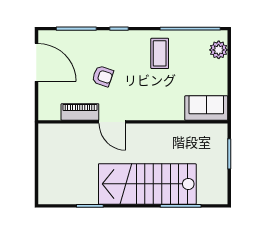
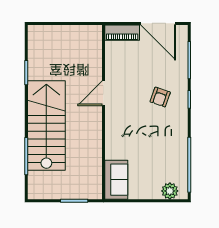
coffee table: (160, 53) -> (166, 137), removed
door: (36, 62) -> (158, 23), hinge flipped
armchair: (103, 76) -> (160, 97), moved
piano: (80, 112) -> (122, 33), moved, turned 90

